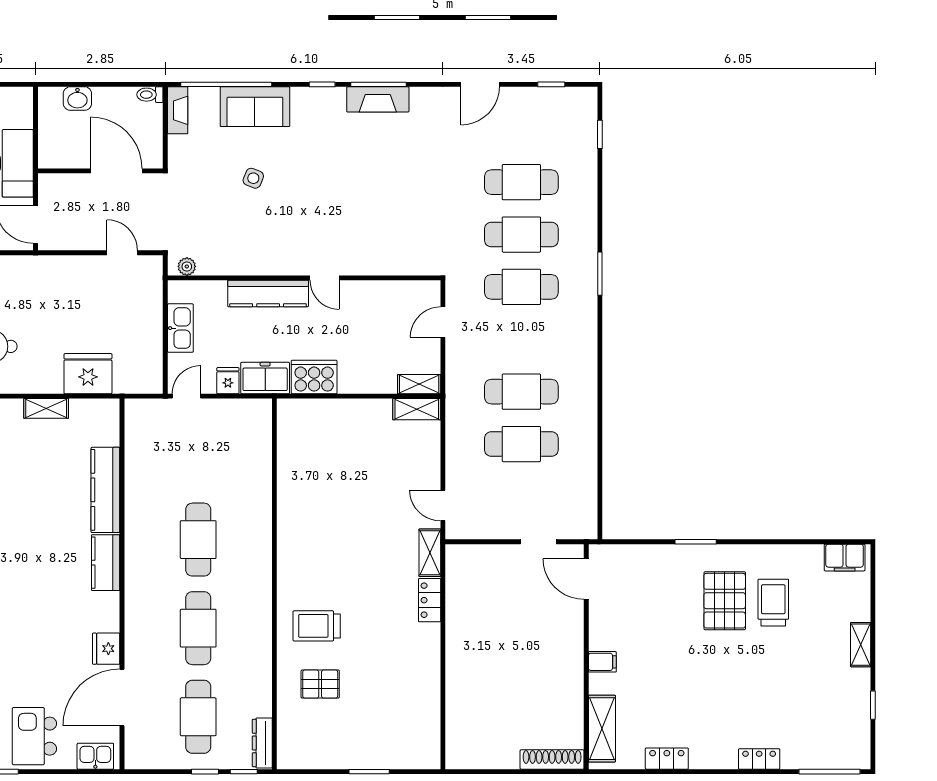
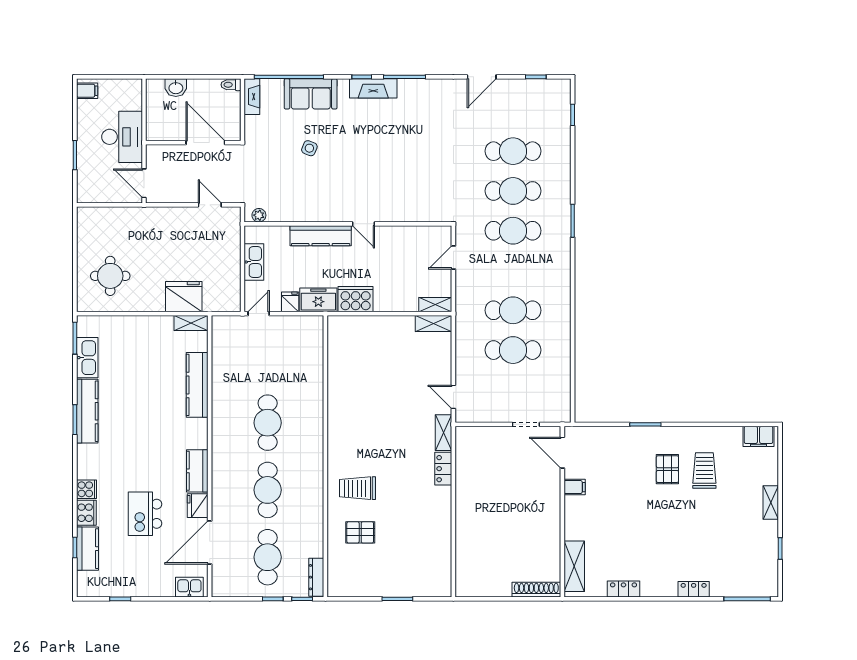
fireplace: (378, 99) -> (373, 88), moved
shelving: (46, 408) -> (191, 323), moved
kitchen counter: (106, 563) -> (197, 471), moved
pallet: (725, 601) -> (667, 469), width x0.67, depth x0.71
filing cabinet: (602, 662) -> (575, 487), moved
kitchen island: (34, 736) -> (145, 514), moved

